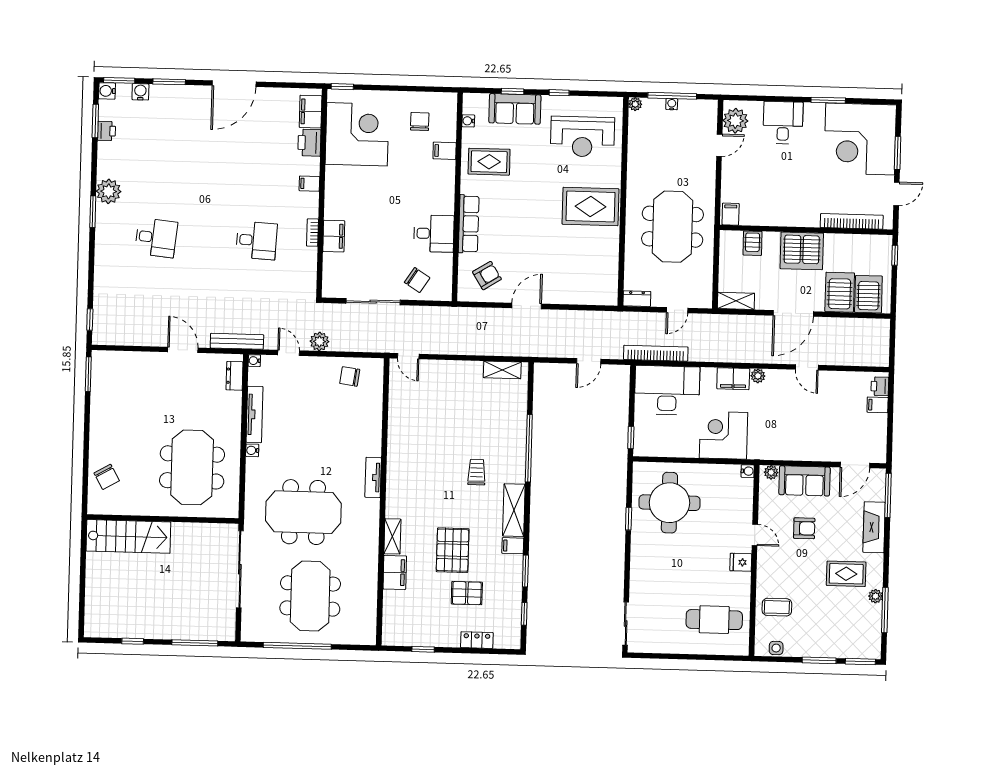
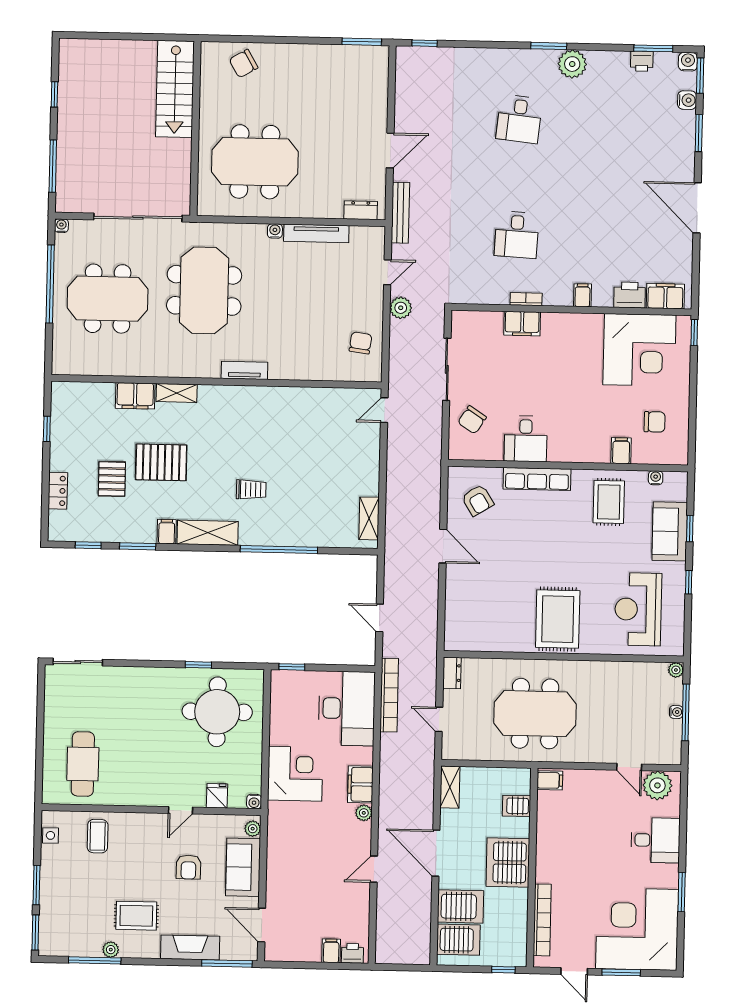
water cooler: (254, 361) -> (61, 226), moved
fridge: (741, 562) -> (217, 796), moved
rug: (846, 574) -> (136, 916), turned 90

